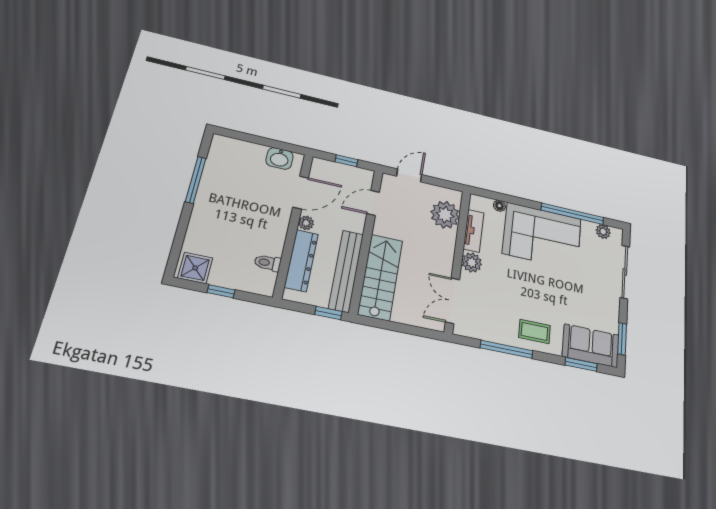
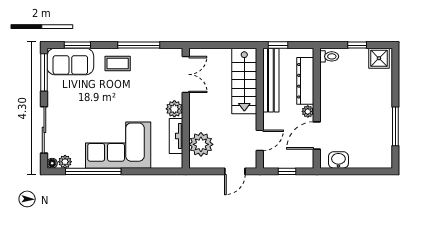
floor lamp: (499, 206) -> (52, 163), moved
toilet: (268, 263) -> (329, 56), moved
window: (622, 339) -> (44, 72), width x1.44

